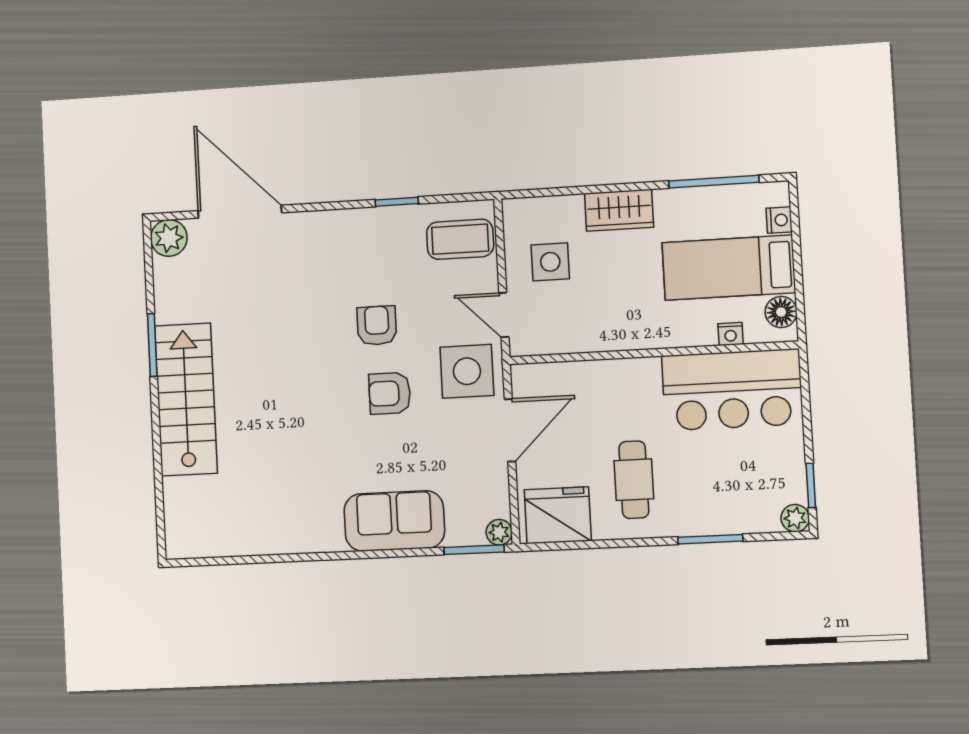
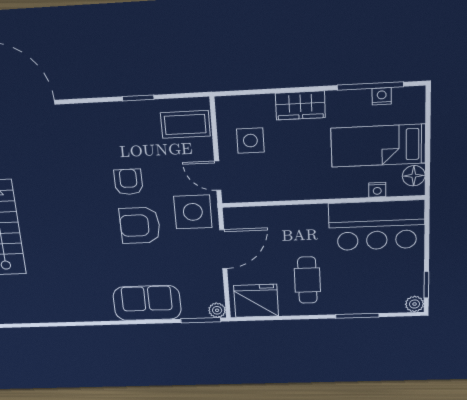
nightstand: (779, 220) -> (382, 96), moved, turned -90
armchair: (390, 393) -> (140, 225), width x1.38, depth x1.38

